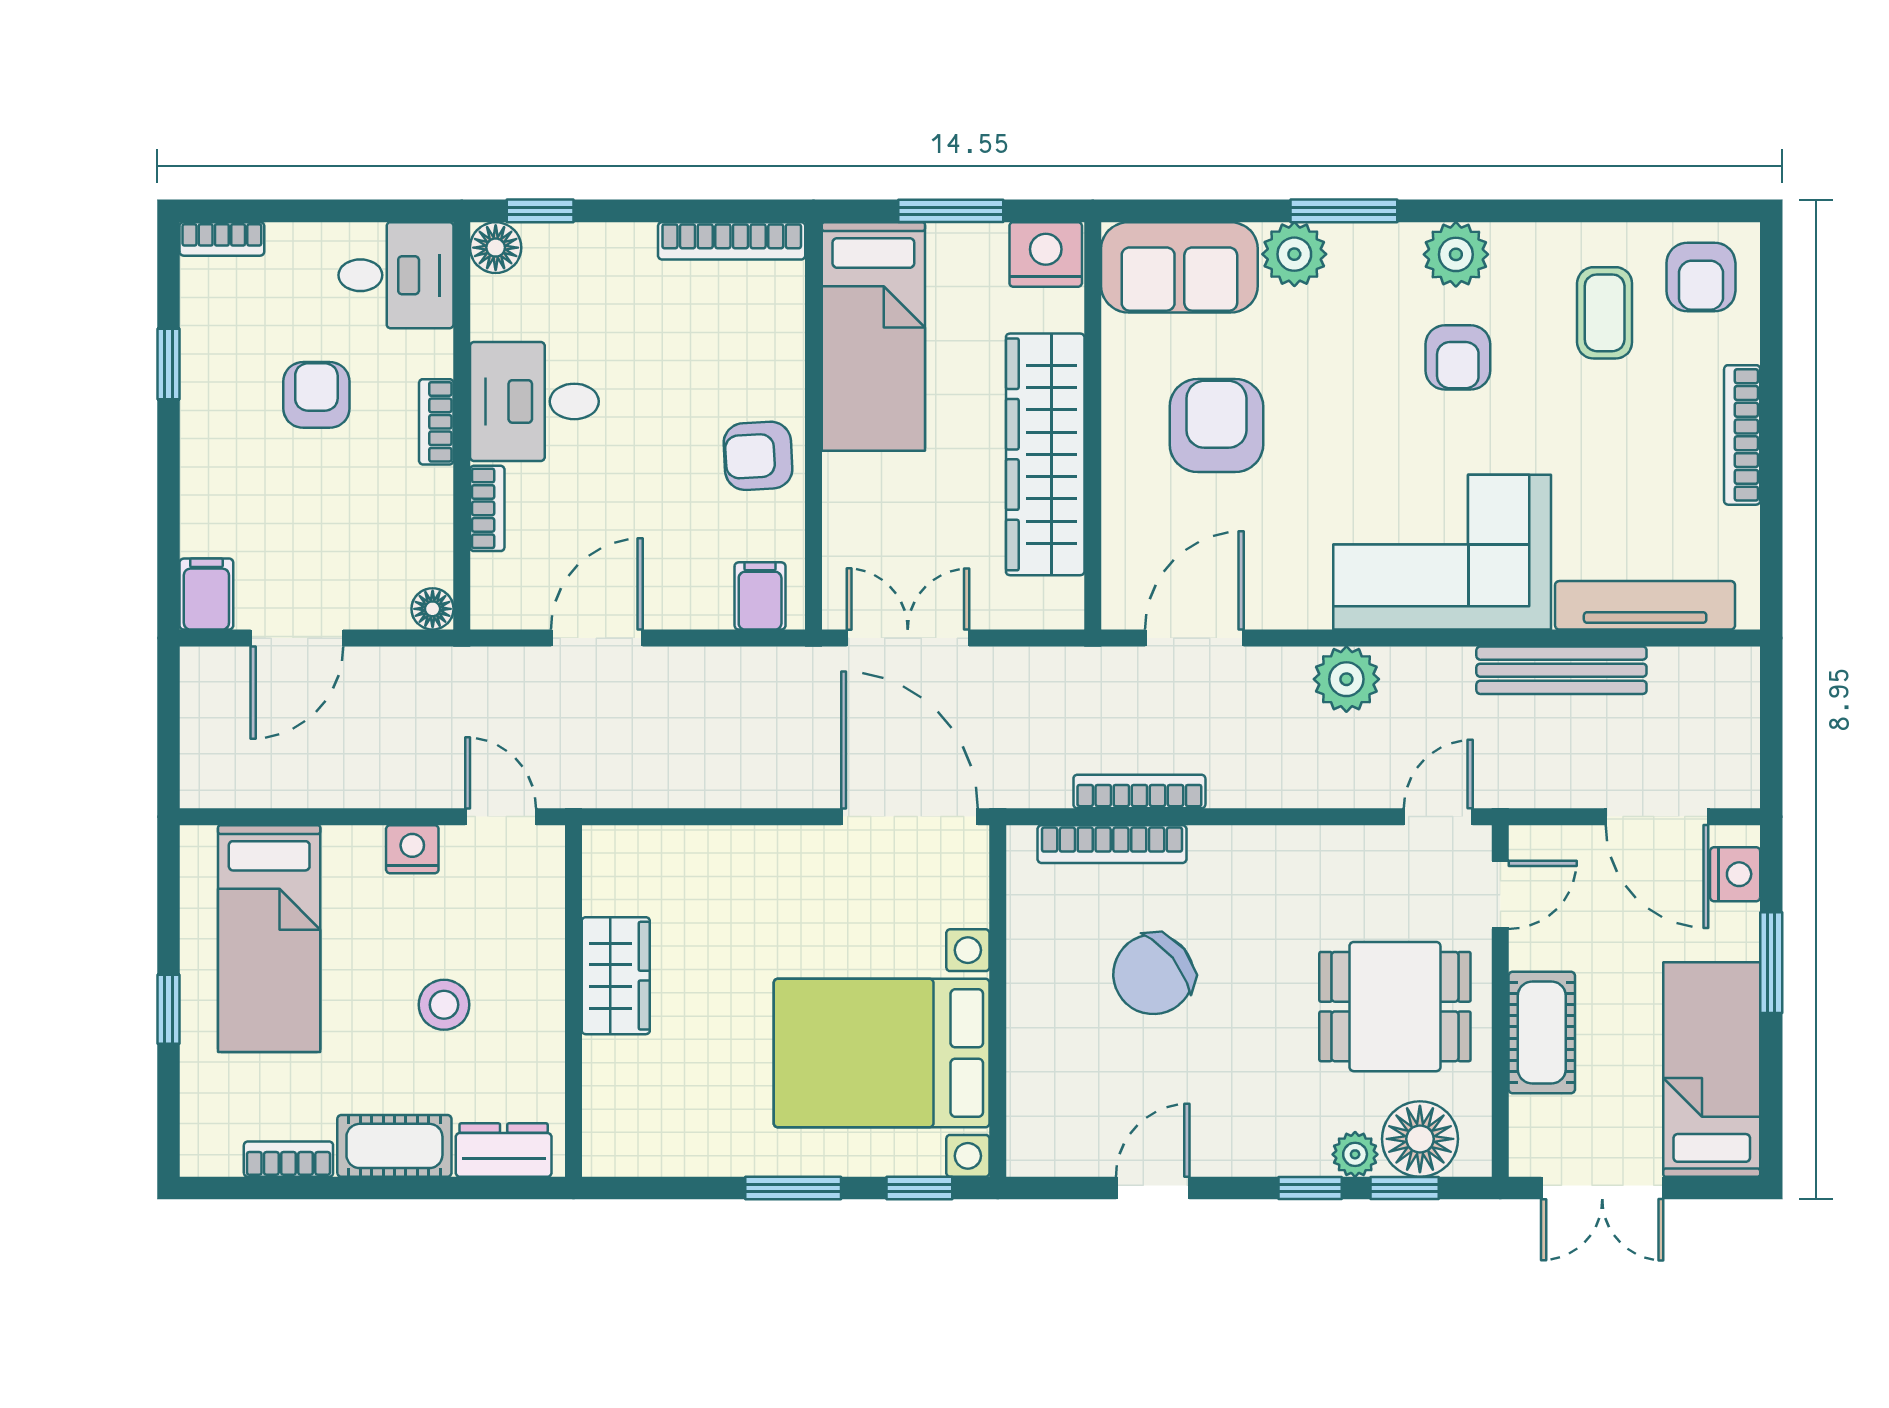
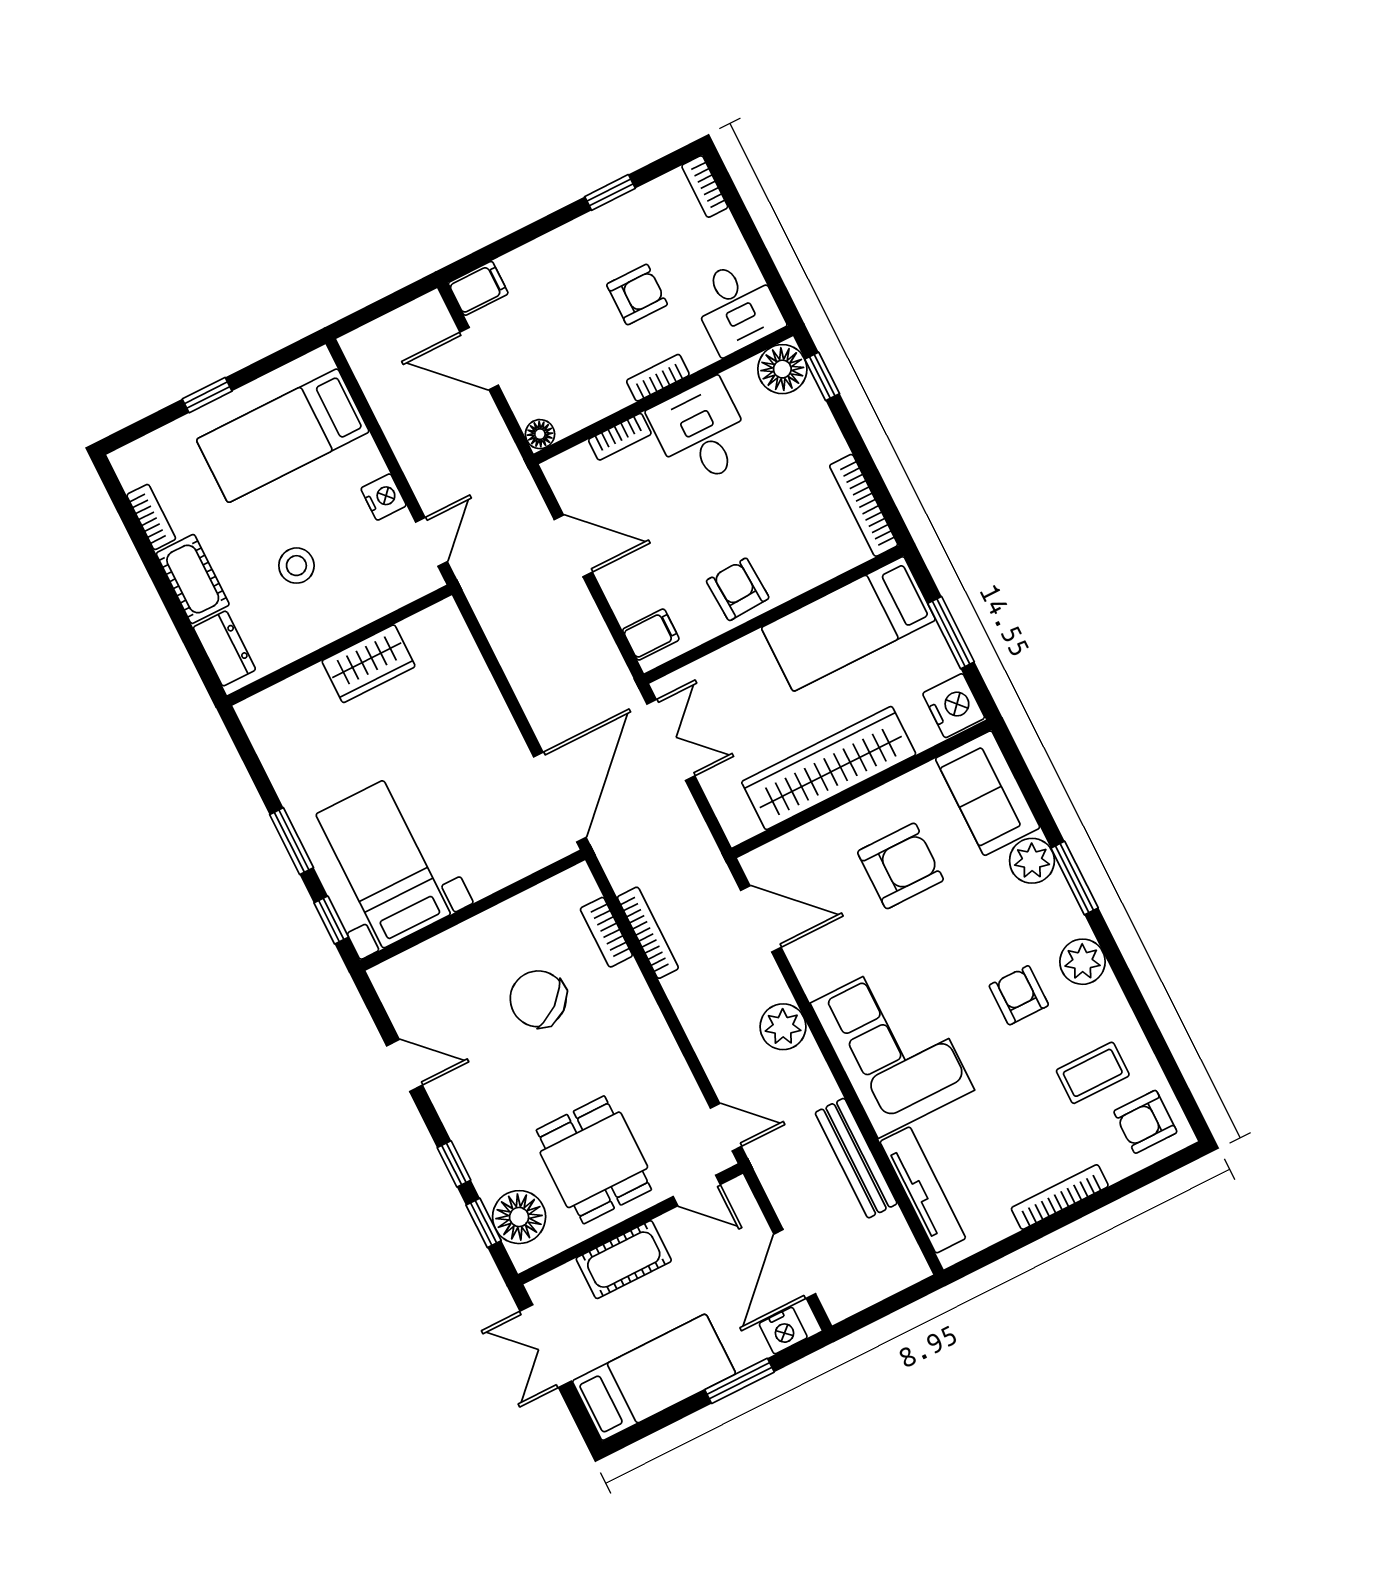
floor lamp: (496, 248) -> (782, 369), width x1.38, depth x1.38
armchair: (1458, 357) -> (1019, 995), turned 90
bookcase: (1112, 844) -> (606, 932), width x0.64
bed with nightstands: (882, 1053) -> (383, 864), width x0.73
plant: (1355, 1154) -> (489, 1181), removed

